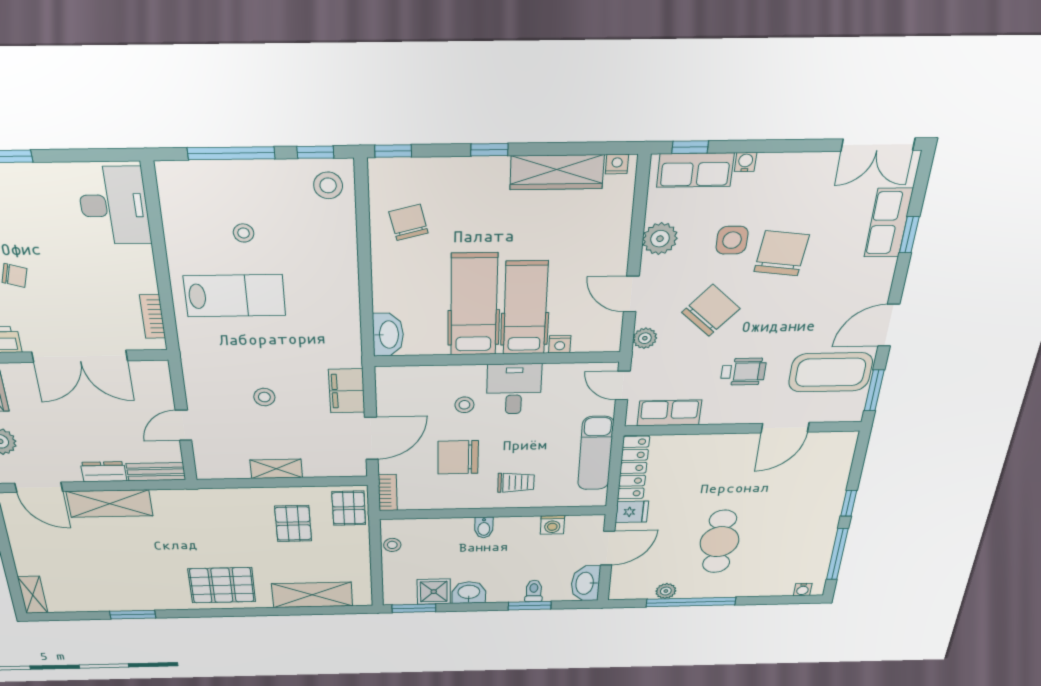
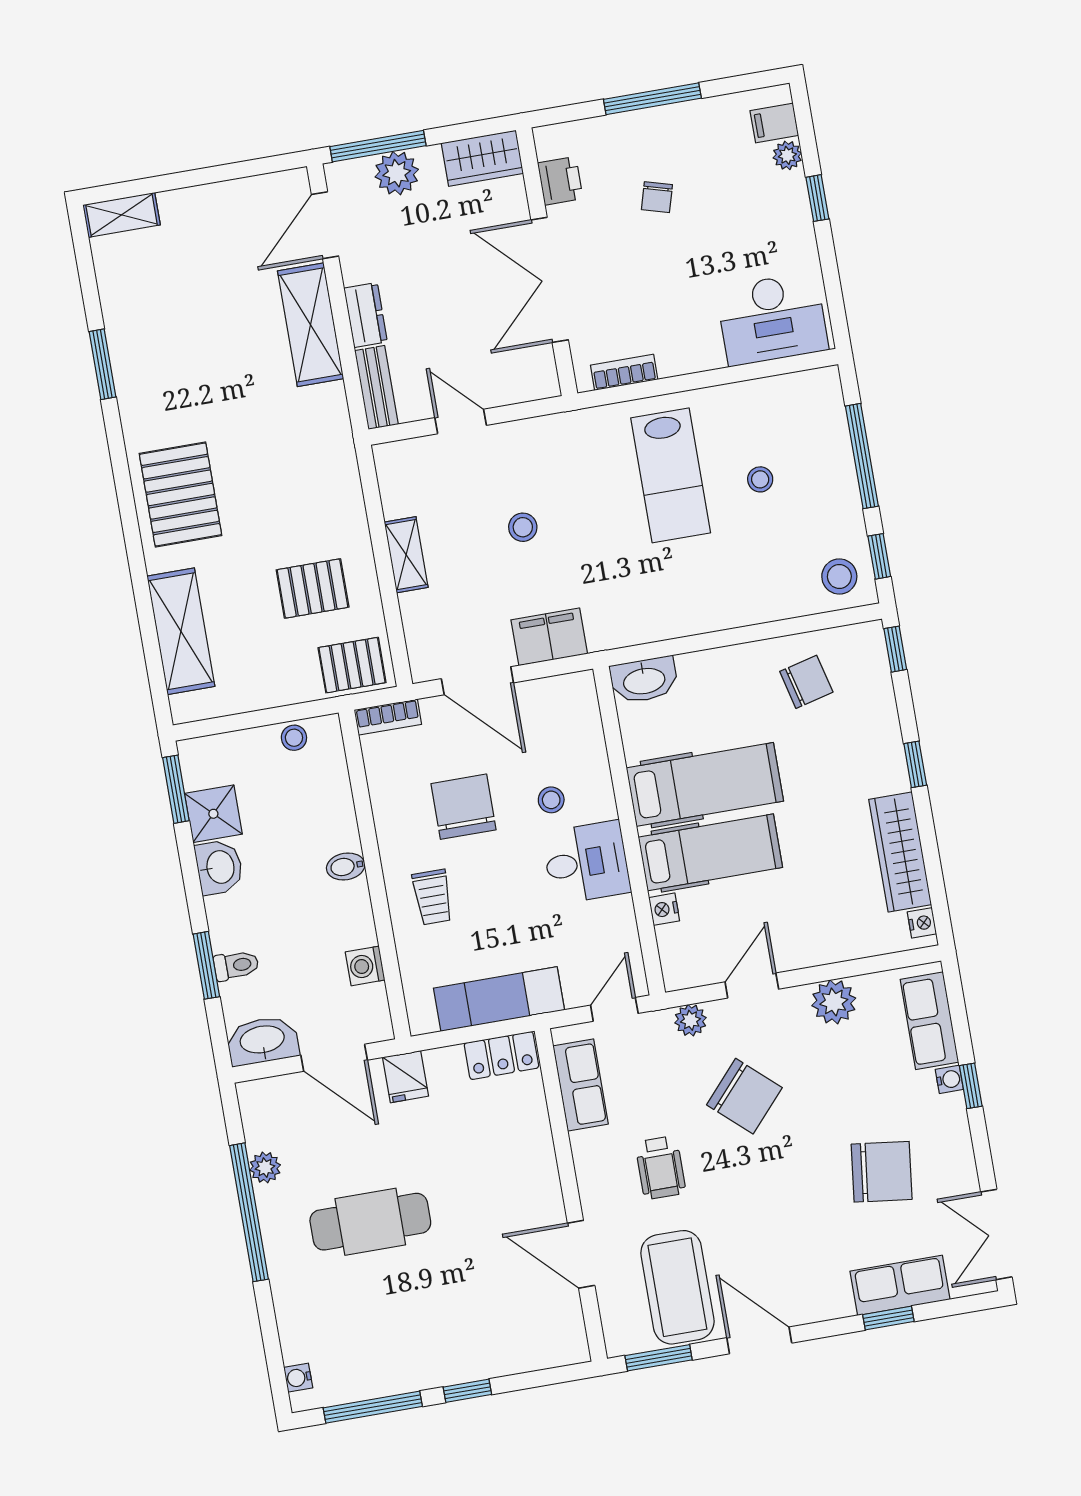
window: (690, 147) -> (971, 1086), moved
side table: (732, 240) -> (846, 1094), removed
chair: (782, 253) -> (882, 1172), moved
locker: (633, 468) -> (501, 1056), width x0.66

